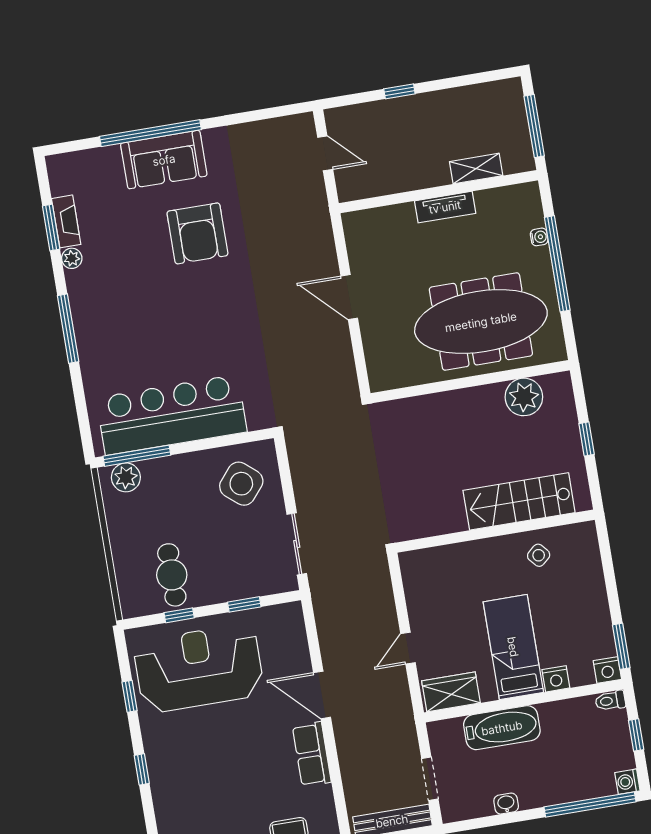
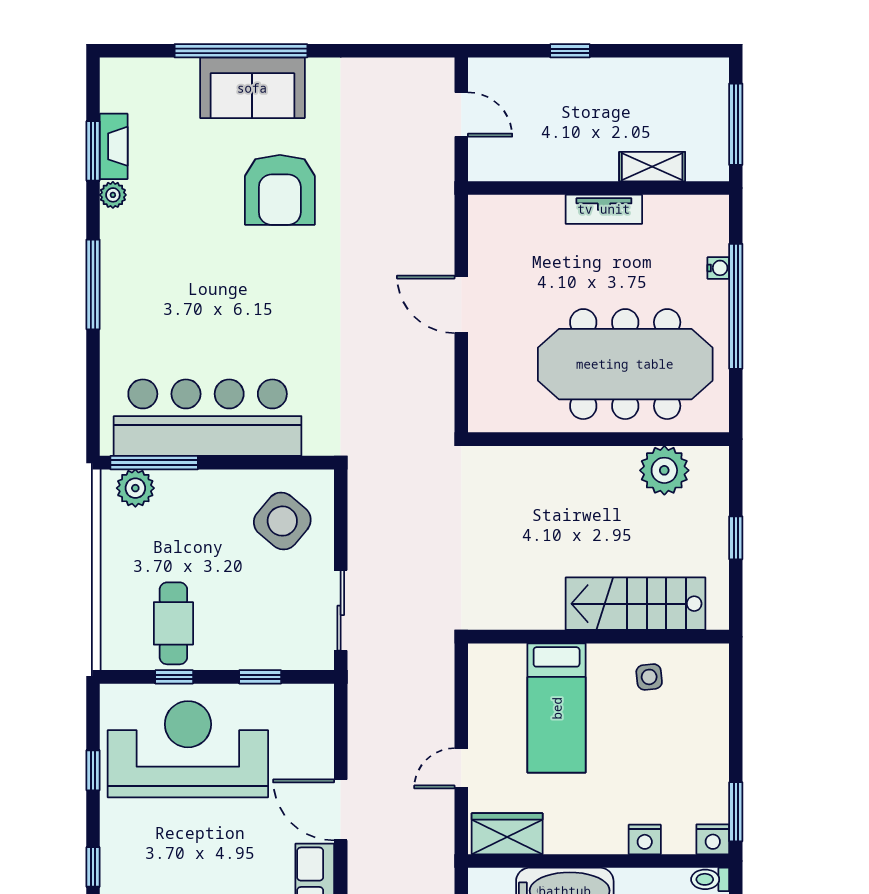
side table: (539, 555) -> (649, 677), turned 35
bed: (513, 647) -> (557, 708), moved, turned 180

